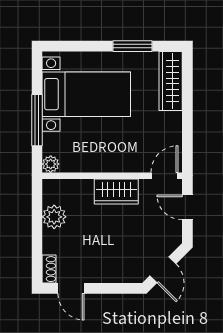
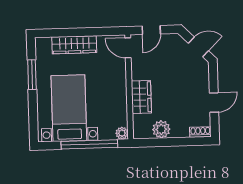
wardrobe: (171, 81) -> (74, 45), moved
window: (37, 120) -> (89, 144), width x1.46
wardrobe: (116, 191) -> (141, 97), moved
door: (71, 288) -> (214, 102), moved

